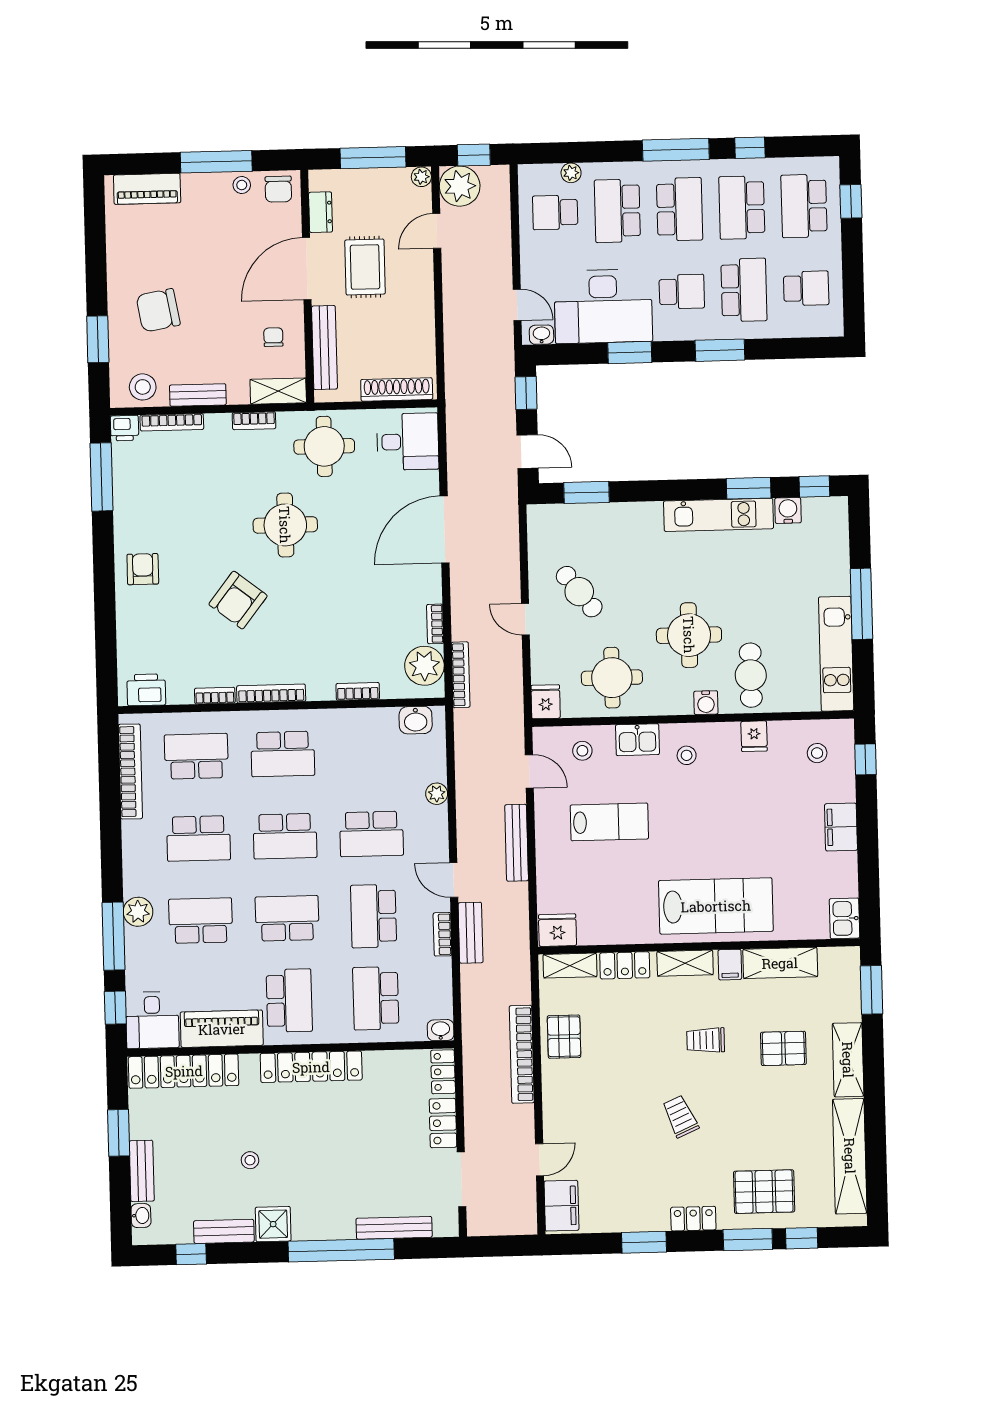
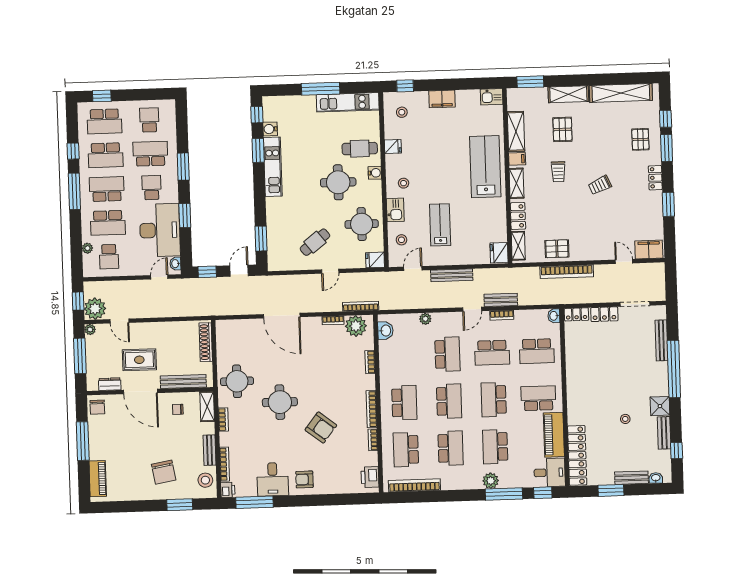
stool: (242, 185) -> (95, 427), removed
chair: (278, 189) -> (97, 407), turned 90
desk: (408, 442) -> (273, 479), moved, turned 180
locker: (311, 1067) -> (574, 386), removed
pallet: (764, 1192) -> (640, 139), width x0.67, depth x0.71

